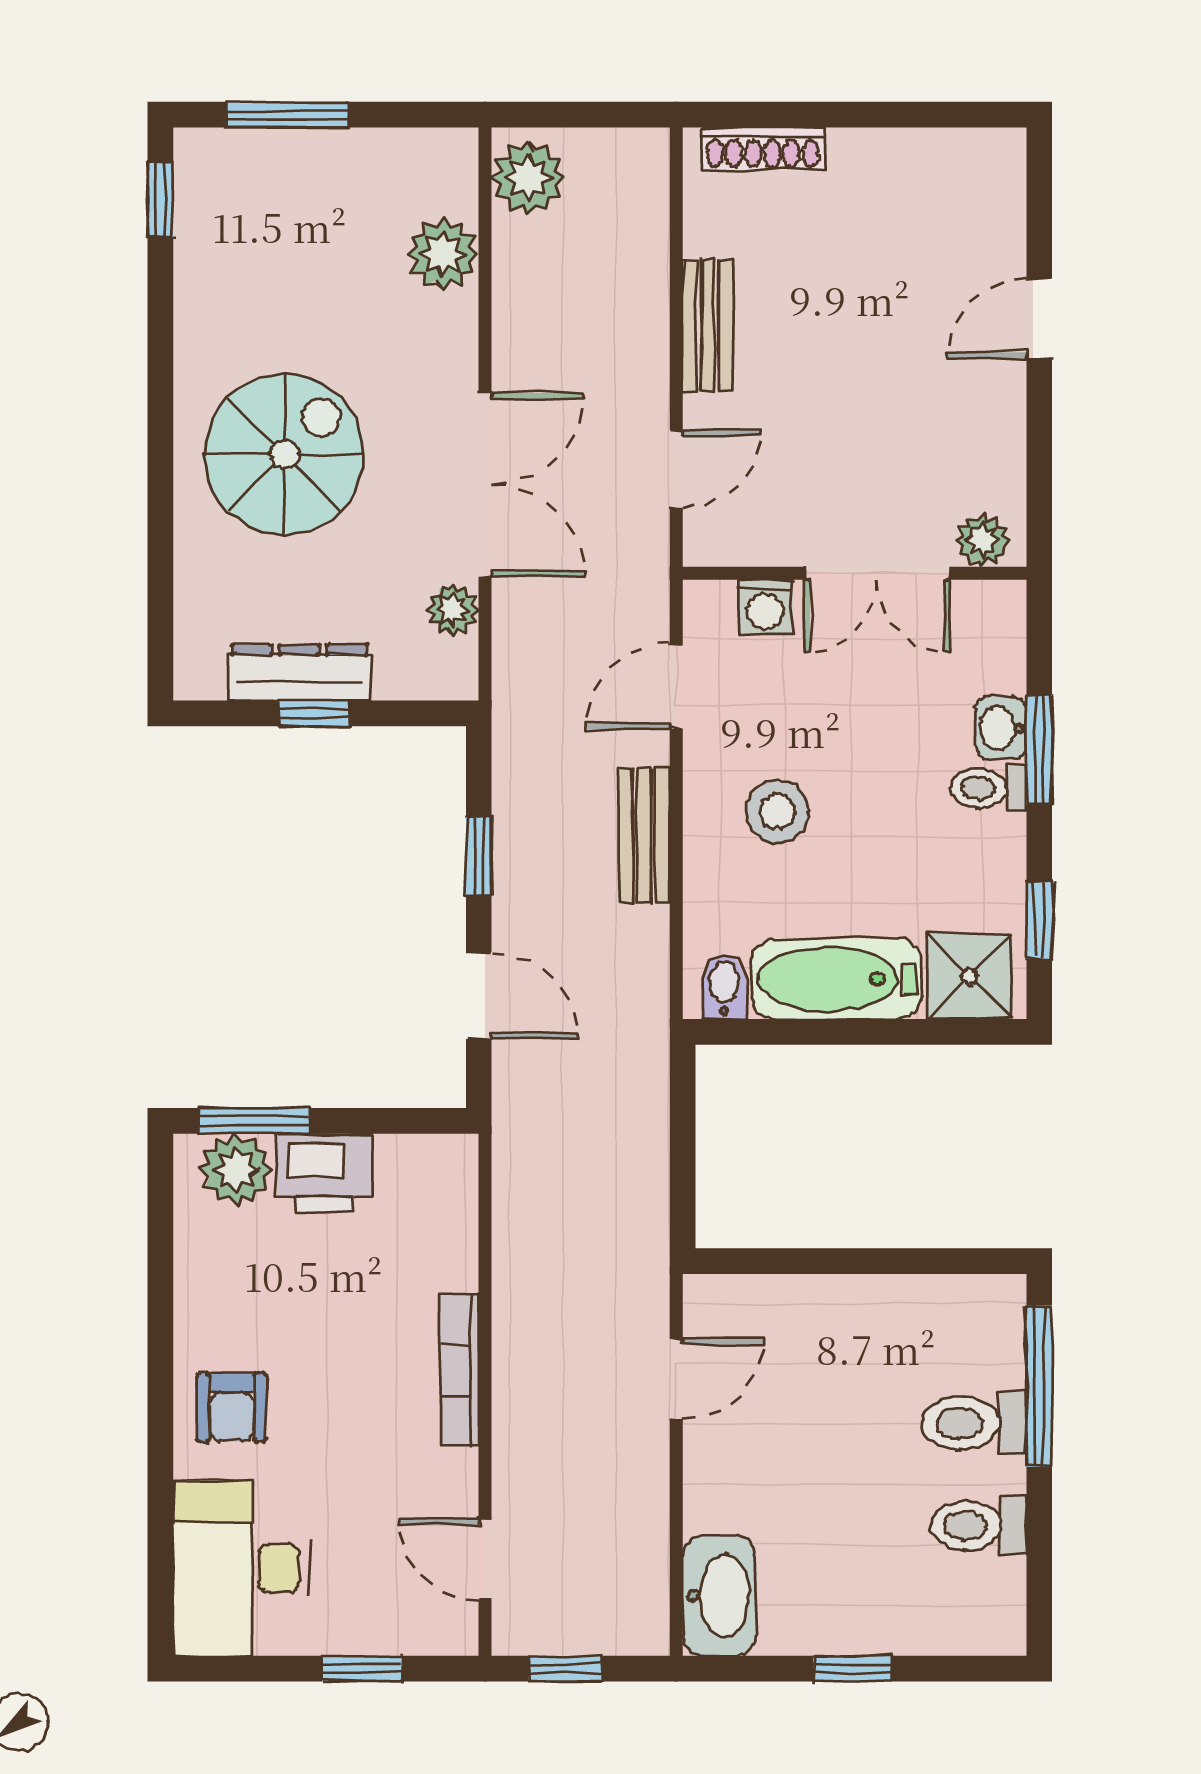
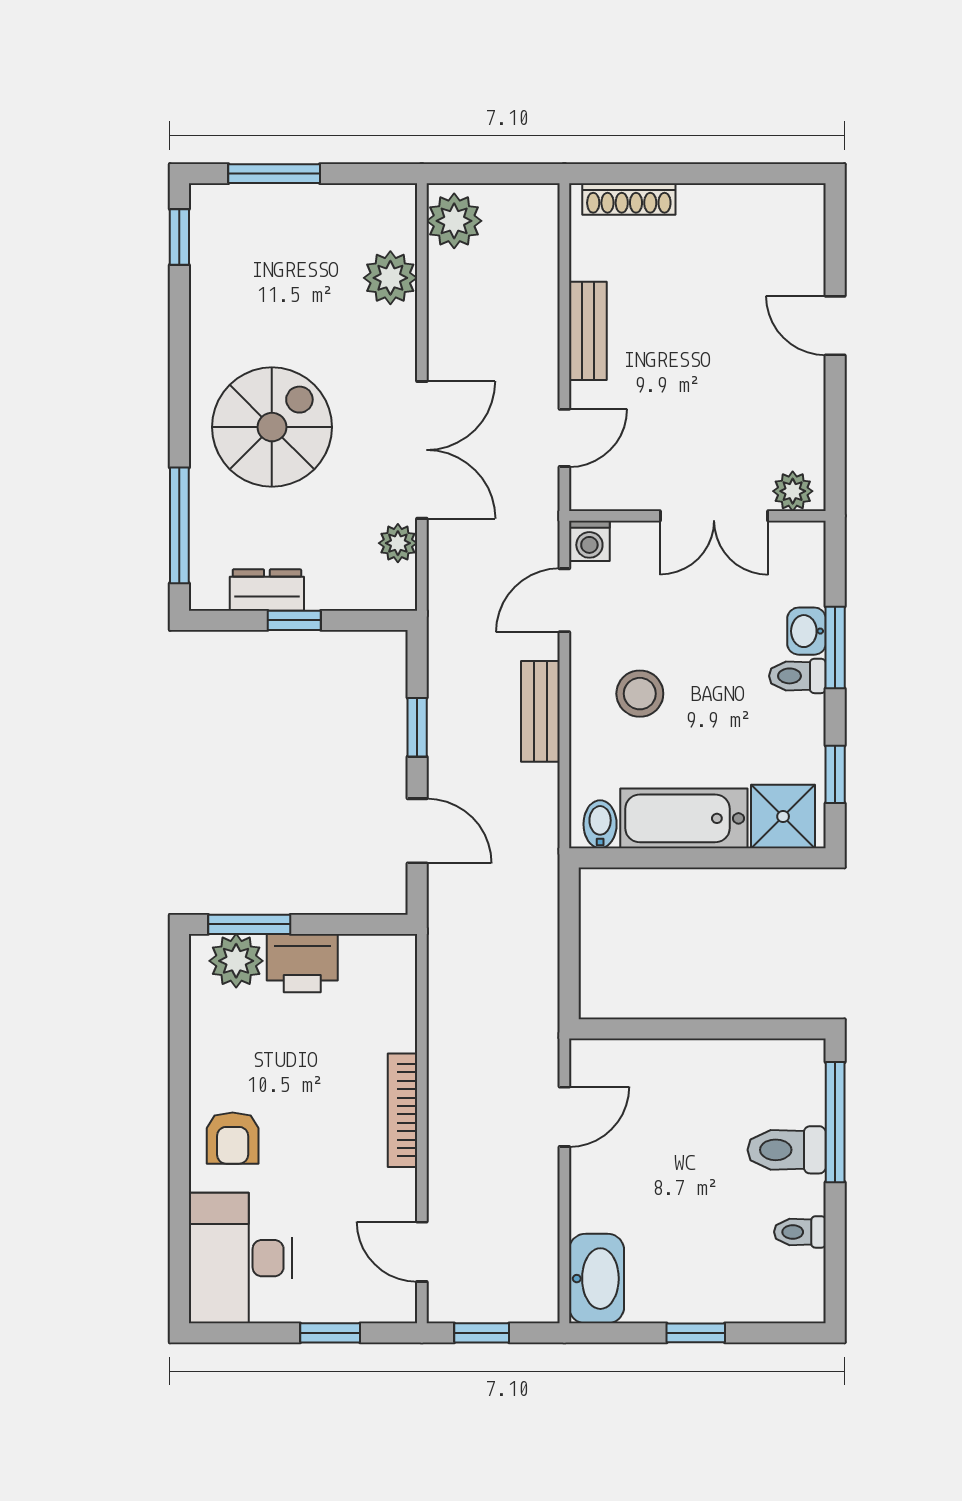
door: (1039, 318) -> (835, 326), hinge flipped
window: (160, 586) -> (179, 525), added
washing machine: (765, 607) -> (589, 541), moved
dresser: (299, 673) -> (267, 590), width x0.70
toilet: (979, 1525) -> (800, 1232), width x0.73, depth x0.72

